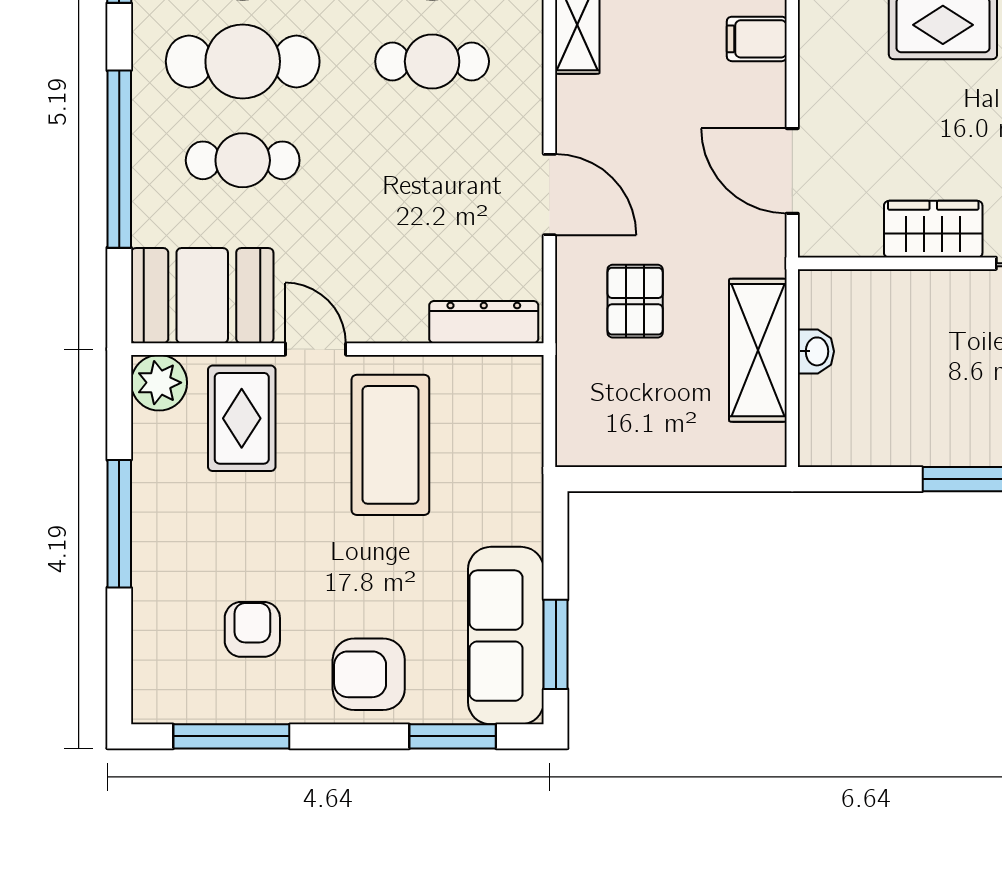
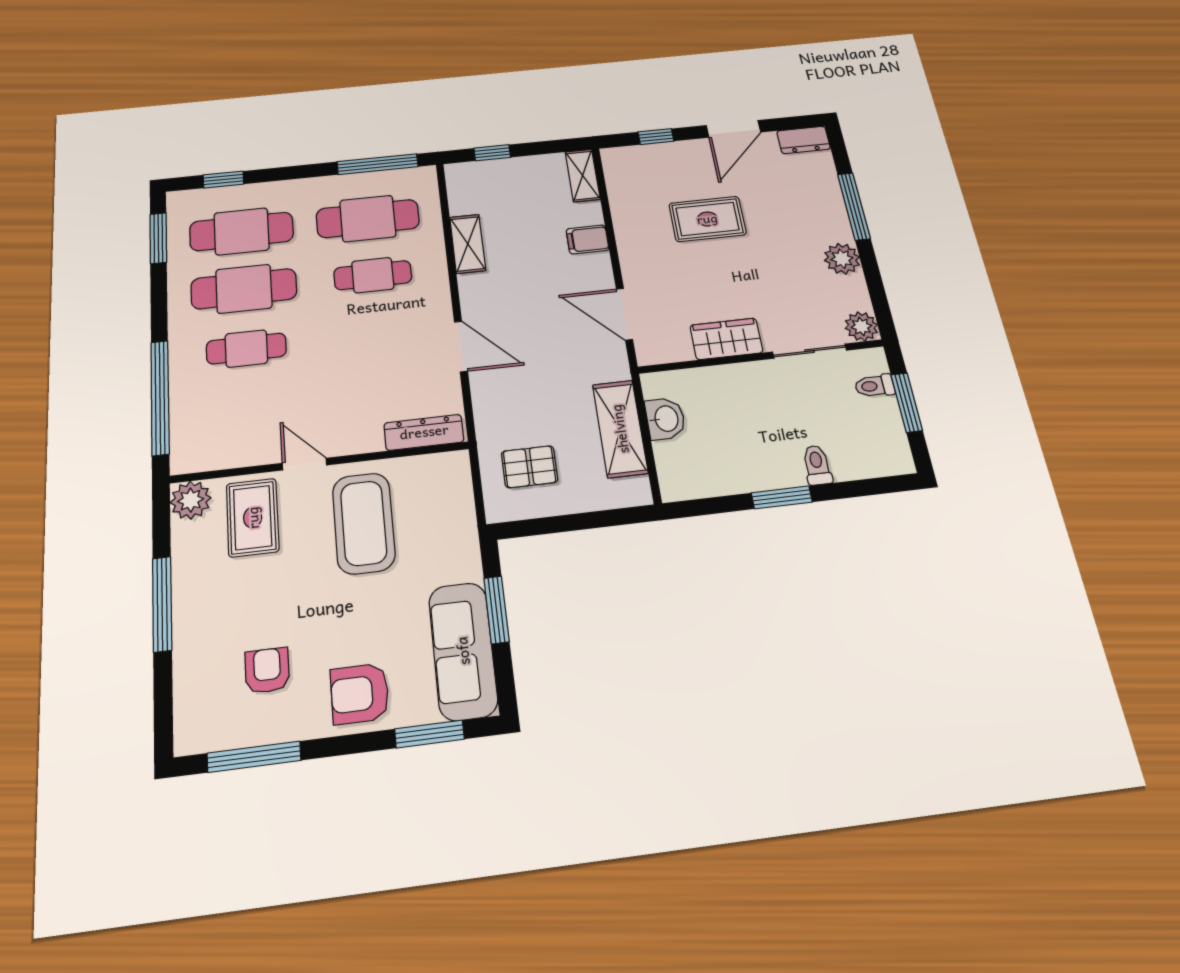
window: (119, 159) -> (160, 397), moved
booth: (202, 296) -> (221, 438), removed
pallet: (635, 301) -> (530, 467), moved, turned 90
washbasin: (816, 351) -> (665, 419), width x1.38, depth x1.45
window: (556, 644) -> (496, 610), moved

